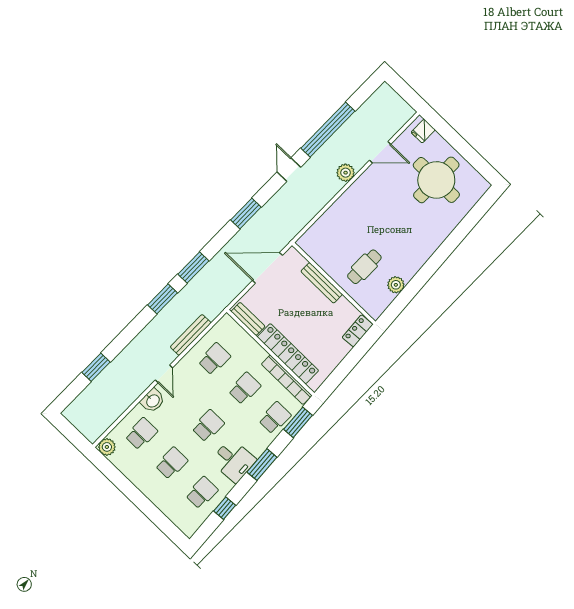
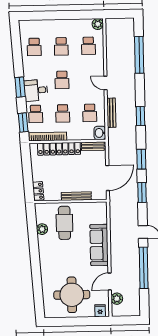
plant: (346, 173) -> (117, 299), moved
sofa: (351, 204) -> (99, 245), added
window: (193, 267) -> (141, 159), moved
cafe table: (364, 267) -> (64, 223), width x1.37, depth x1.35
window: (96, 367) -> (139, 55), width x2.11
washbasin: (153, 401) -> (100, 133), moved
desk: (233, 461) -> (36, 90), moved
window: (225, 508) -> (17, 50), removed

